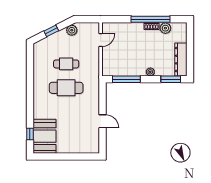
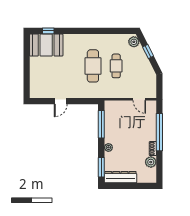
window: (151, 19) -> (159, 132), moved
plant: (72, 30) -> (134, 42), moved

